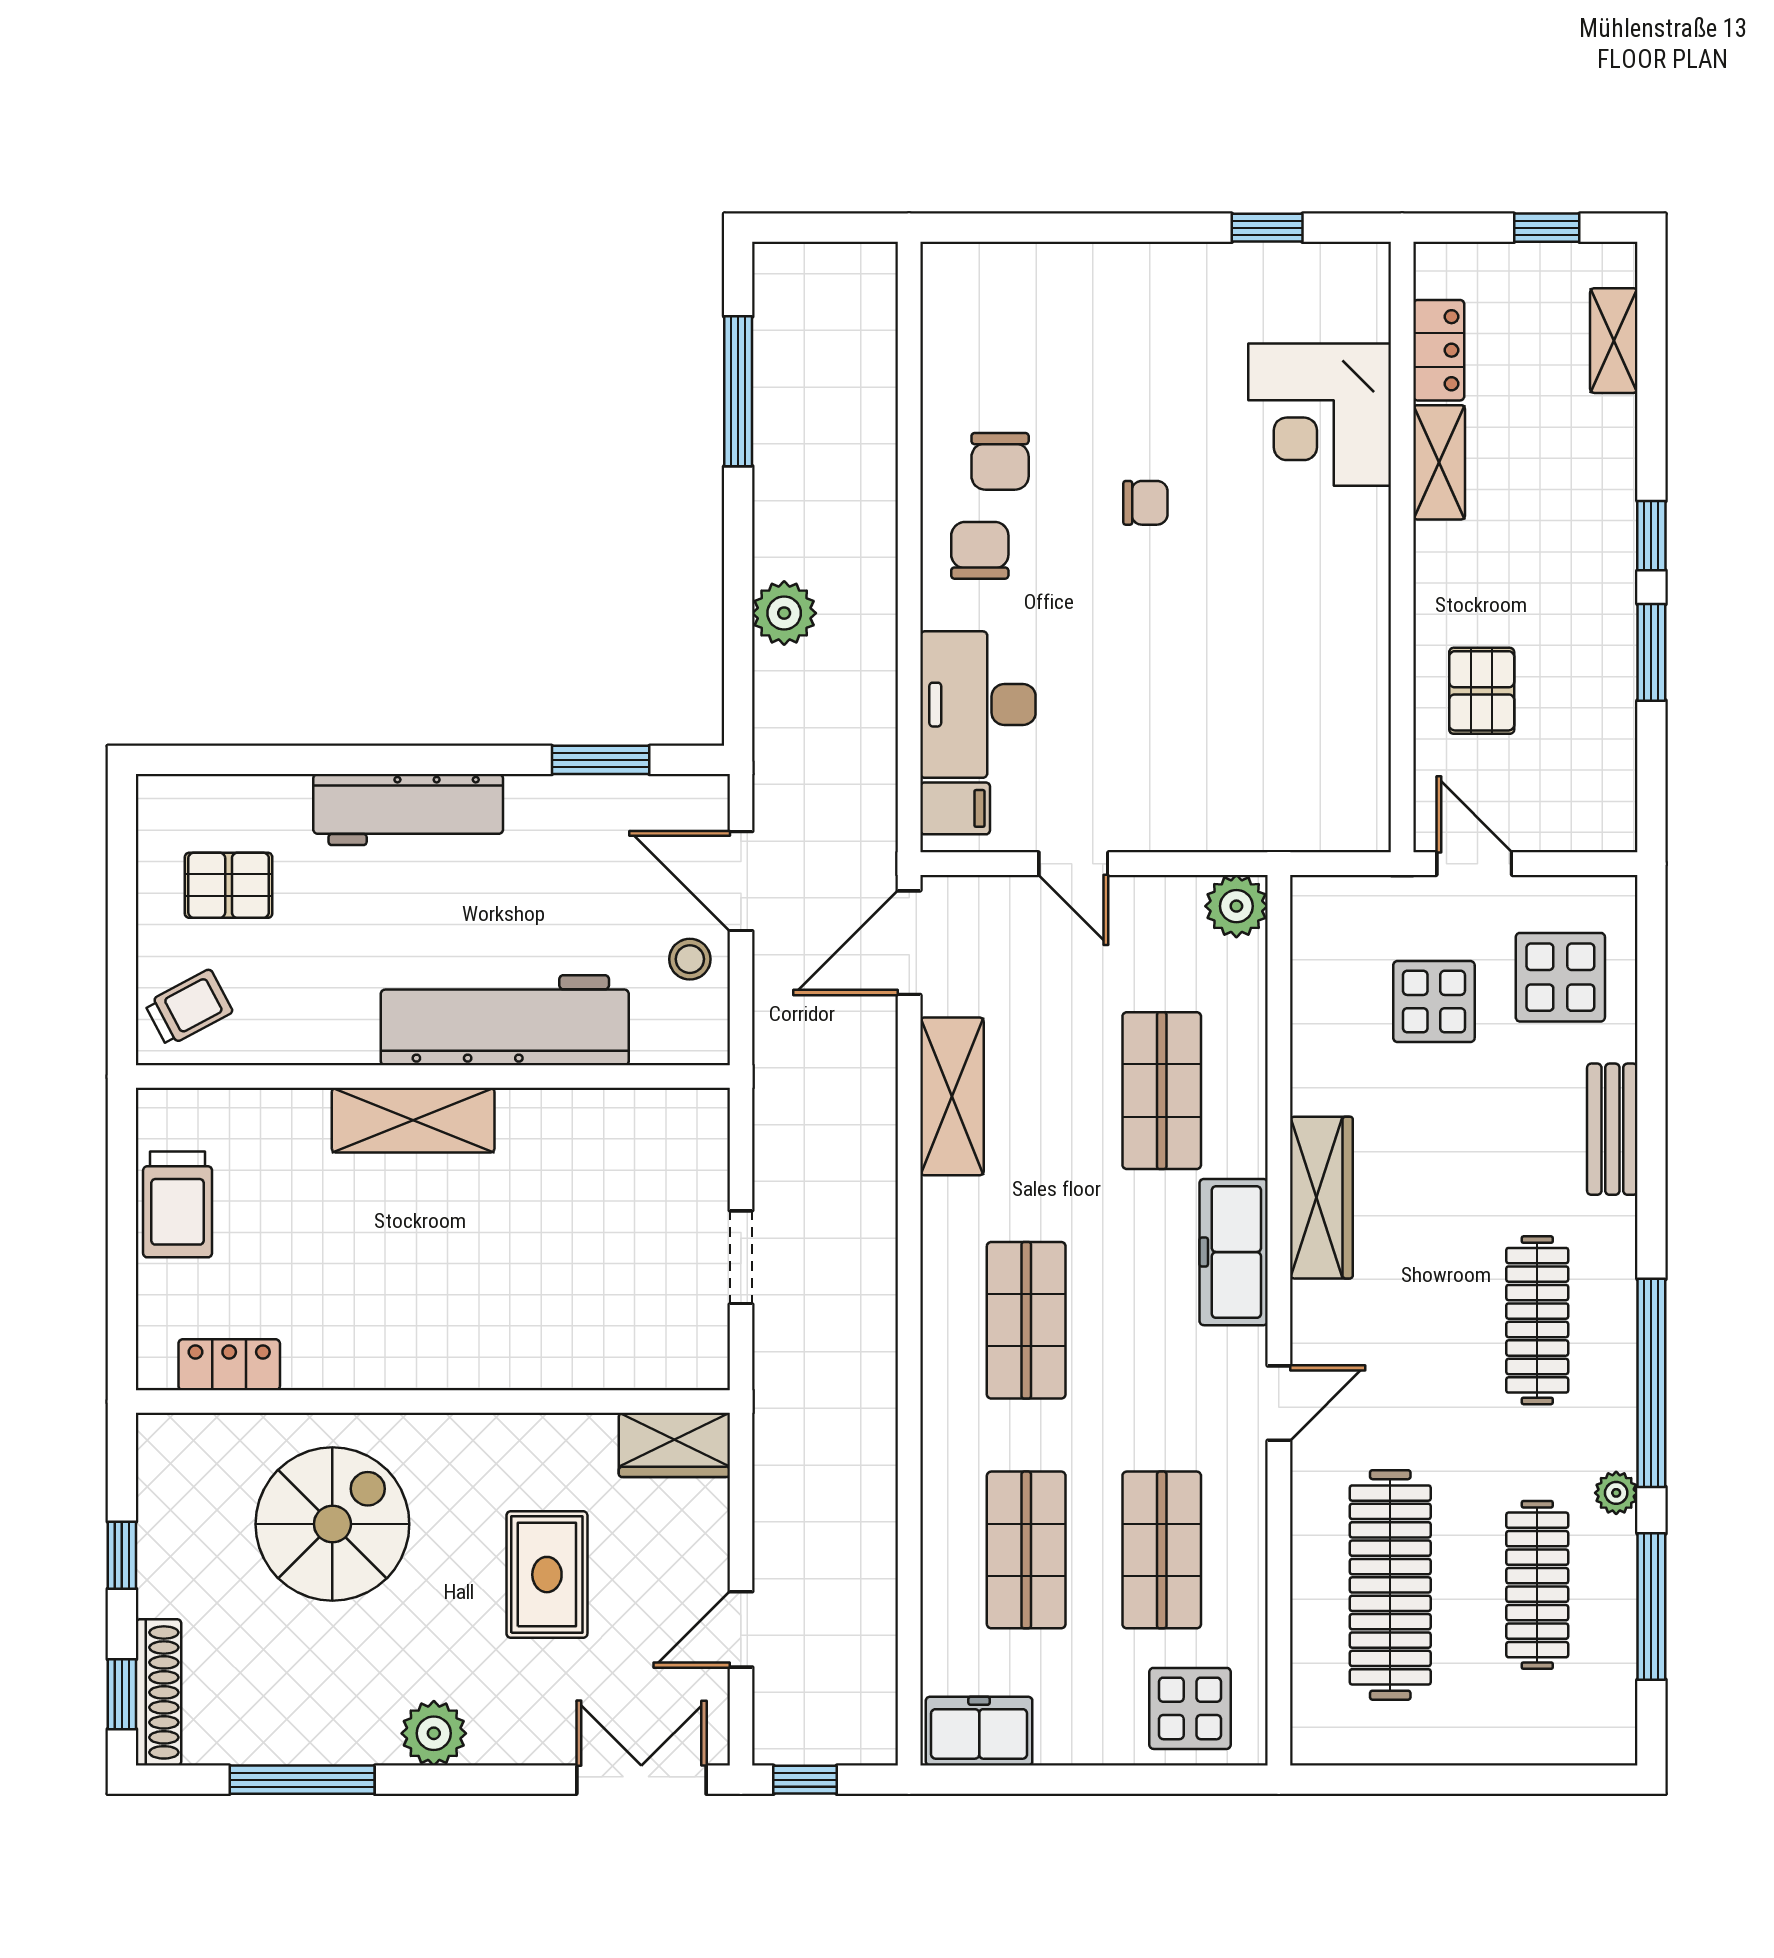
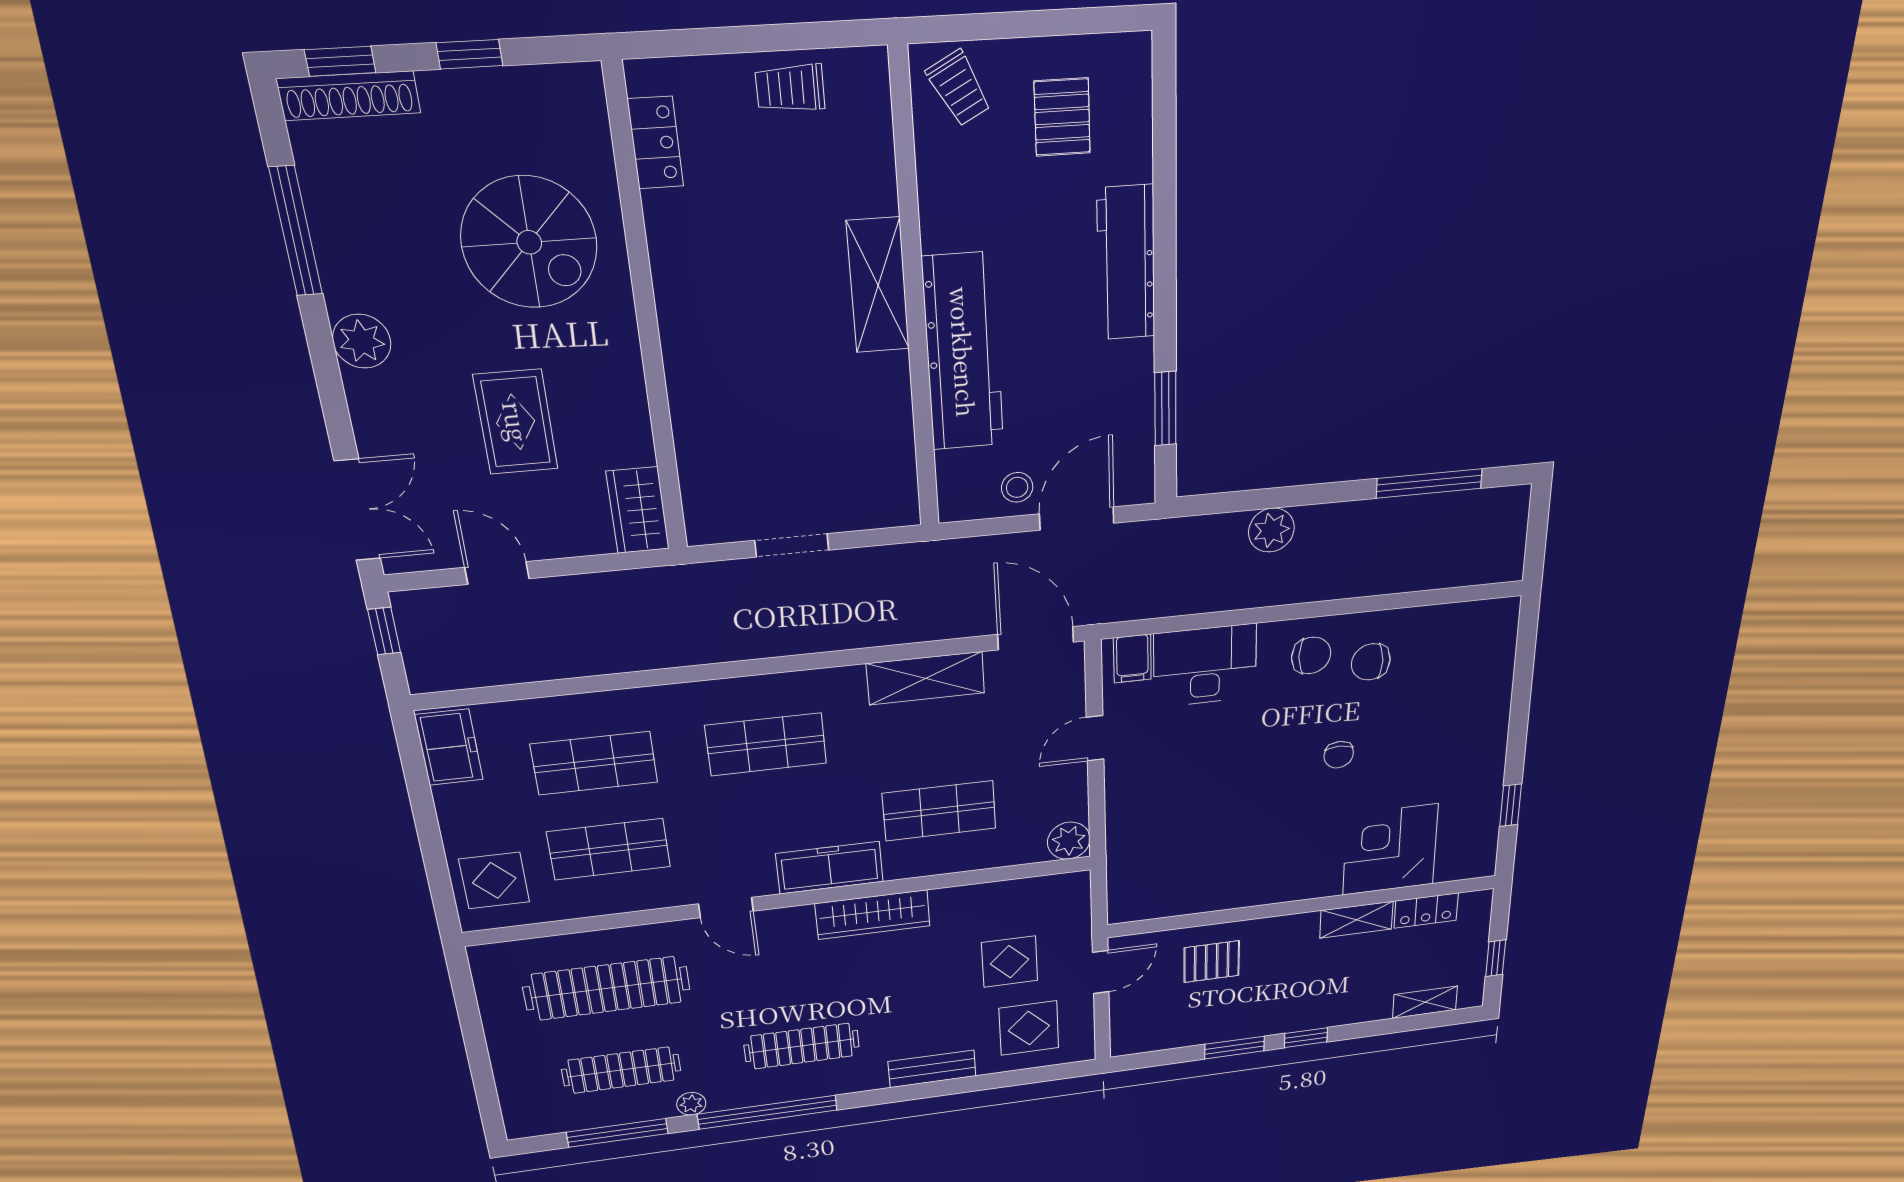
trolley: (178, 1204) -> (790, 88), width x0.73, depth x0.72
rug: (547, 1575) -> (516, 422), turned 90

